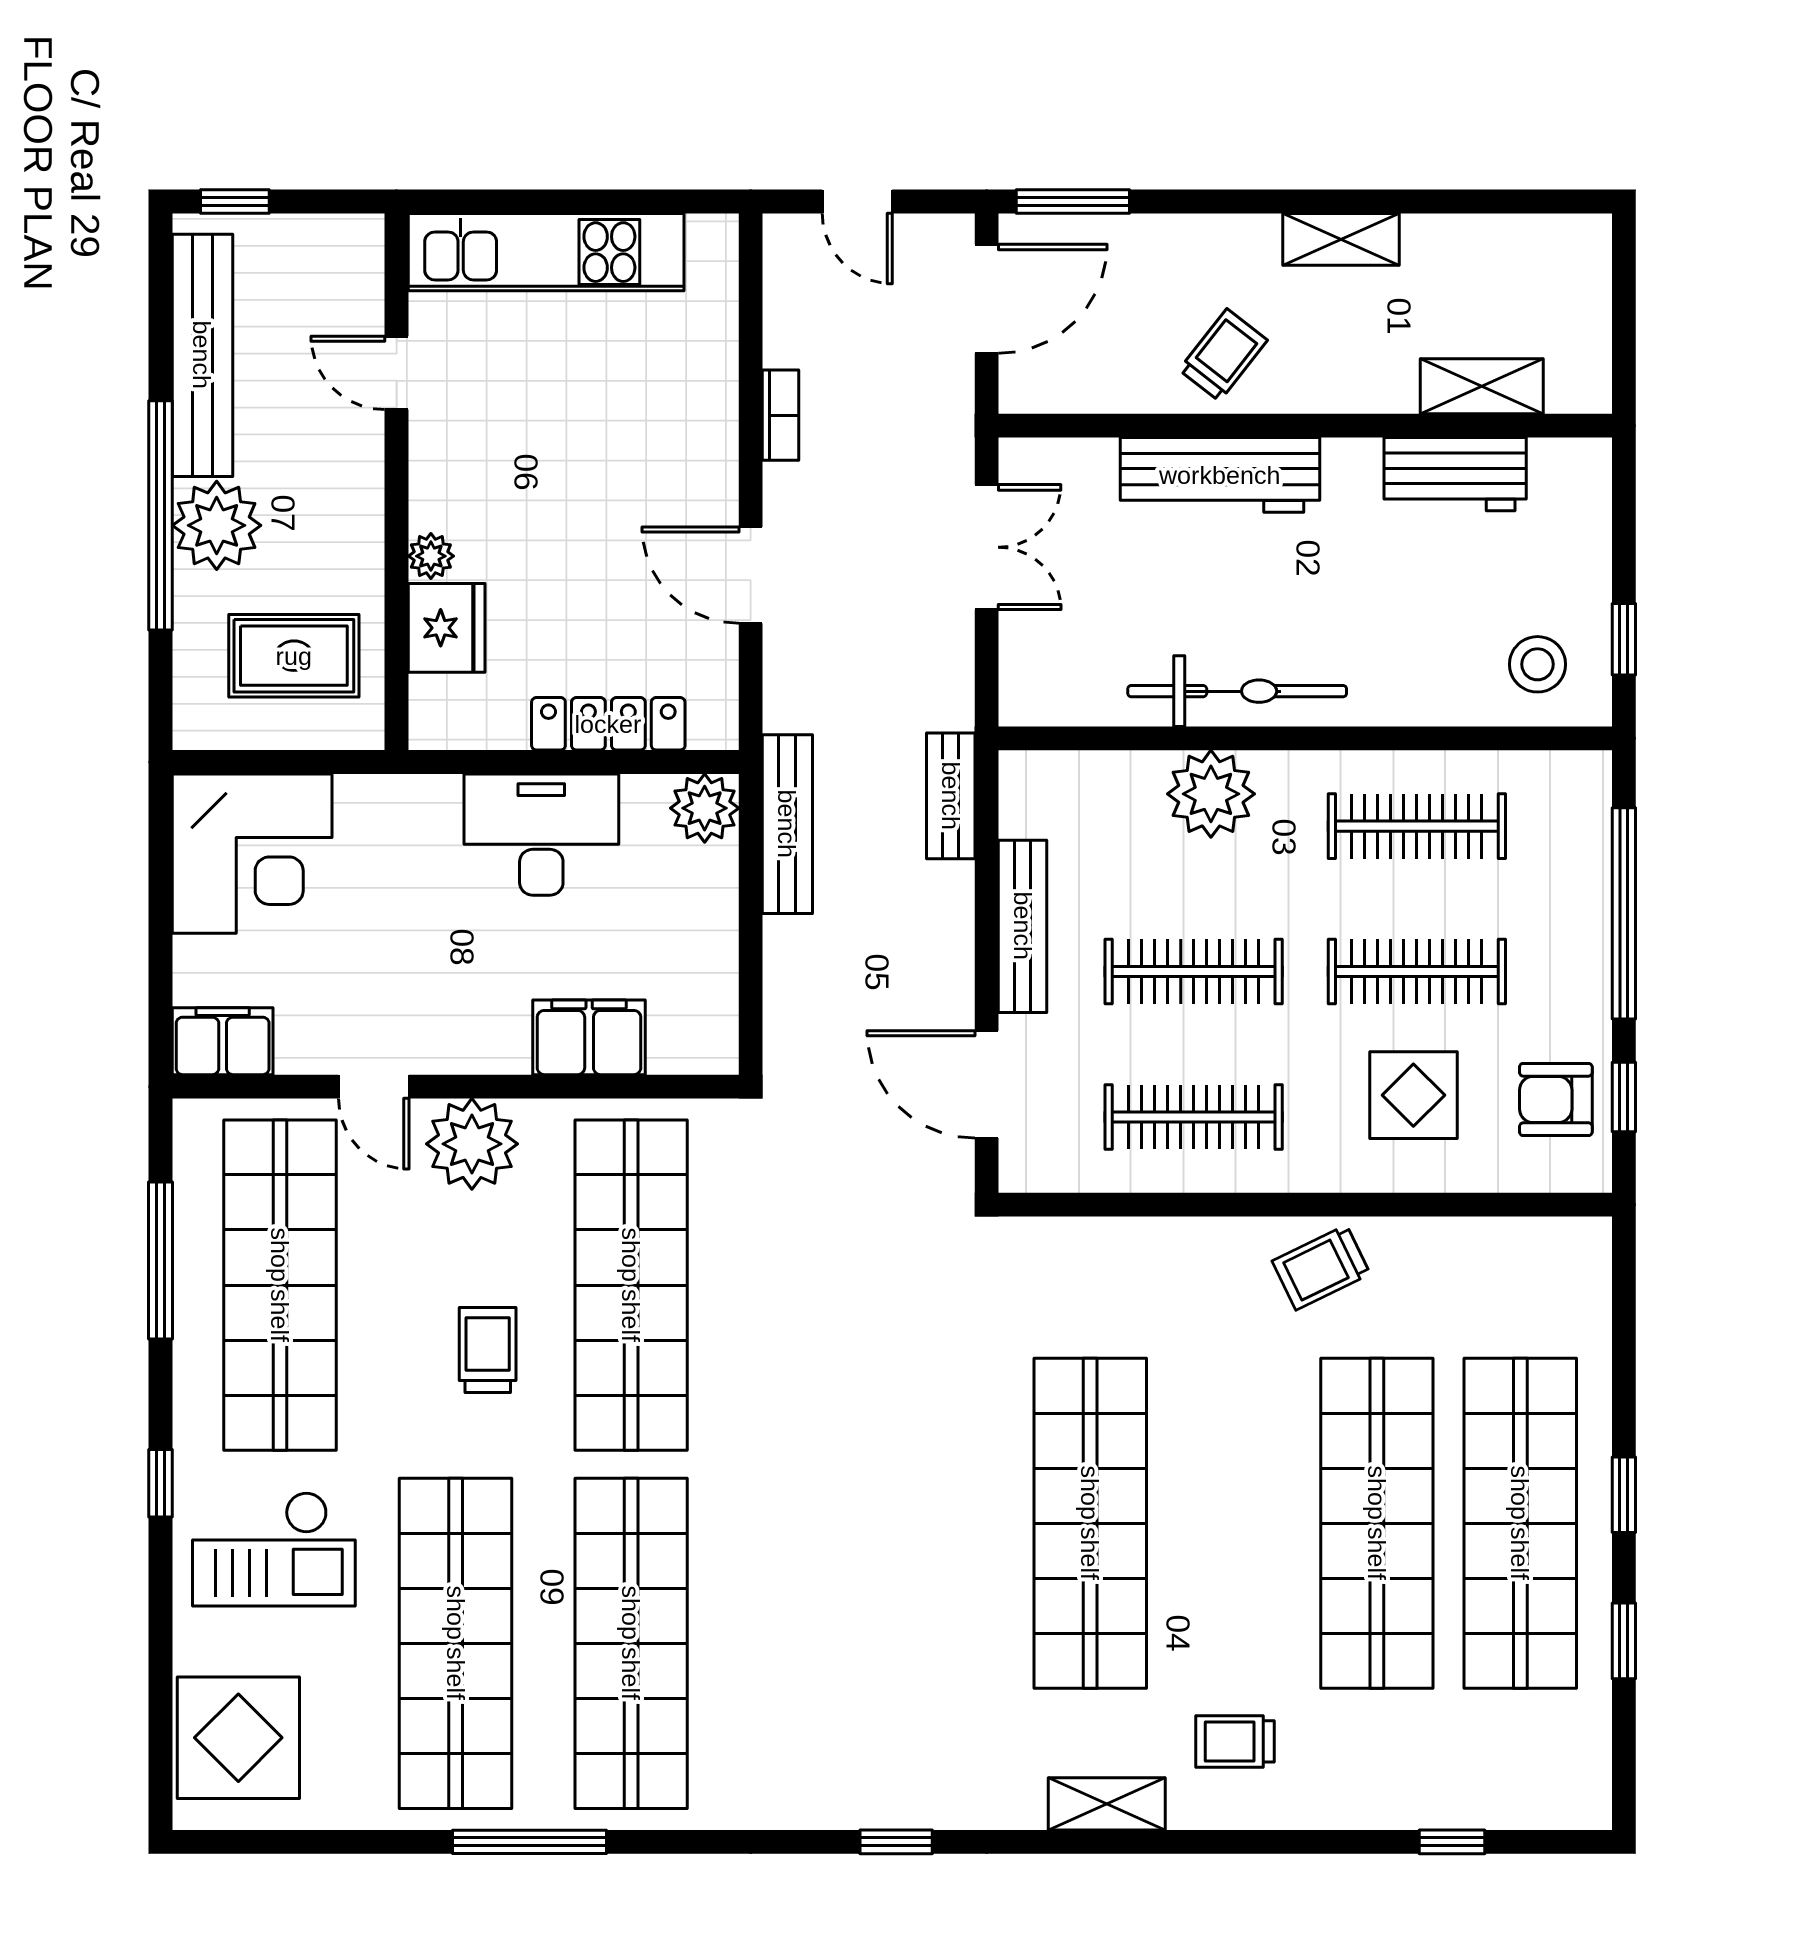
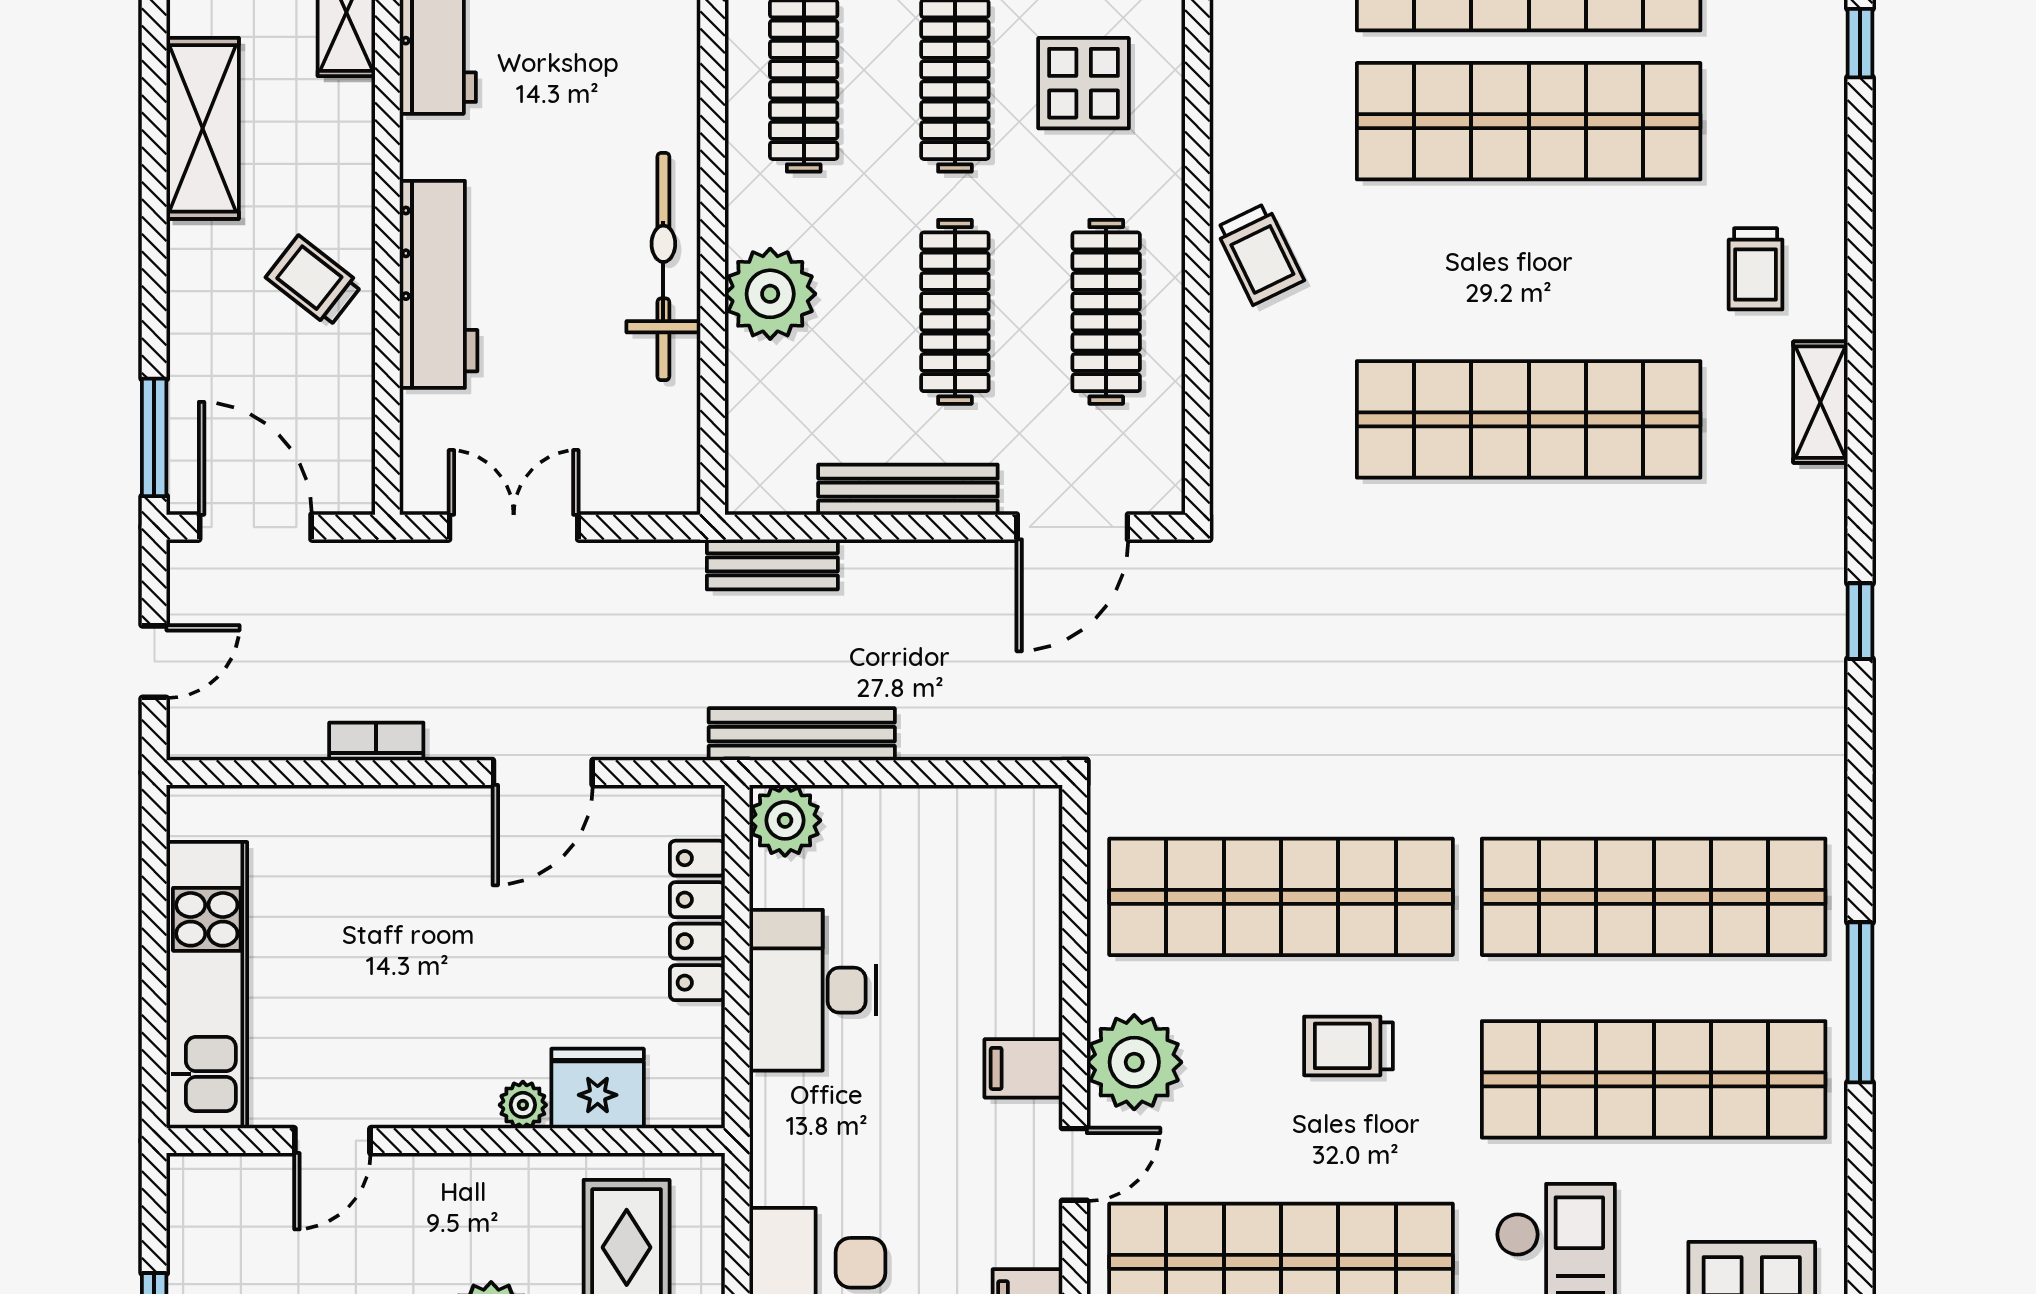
shelving: (1341, 239) -> (203, 128), width x1.50, depth x1.33
filing cabinet: (589, 1037) -> (1023, 1068), moved, width x0.50
trolley: (1321, 1267) -> (1260, 254), moved

